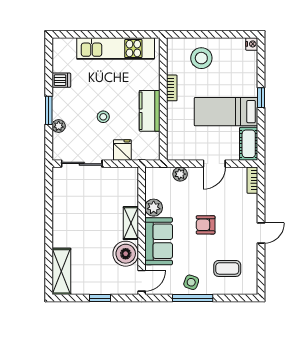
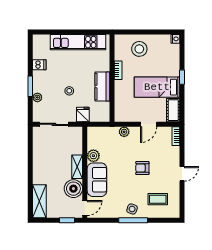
plant: (154, 208) -> (93, 156), moved
shelving: (131, 223) -> (77, 167), moved
wall: (142, 231) -> (85, 172), moved
sofa: (159, 241) -> (97, 180), moved
boiler: (126, 254) -> (73, 189), moved
door: (142, 281) -> (85, 208), moved

